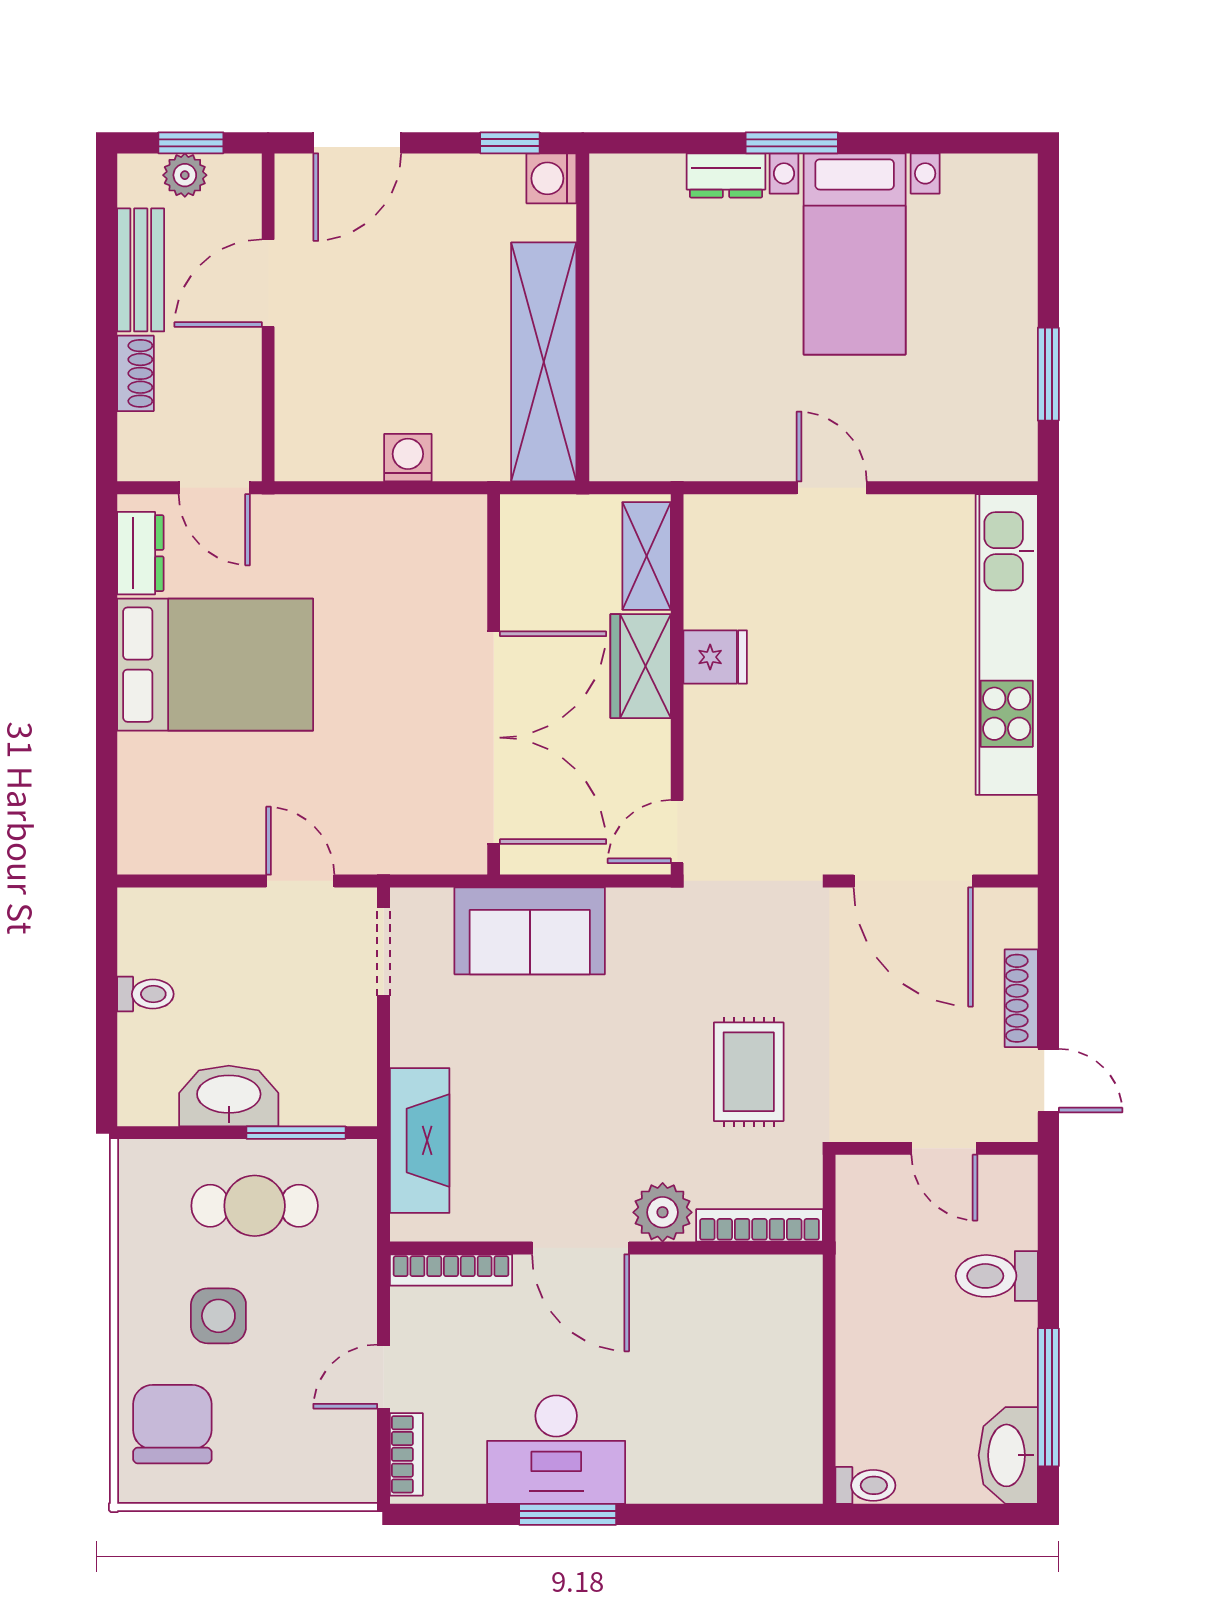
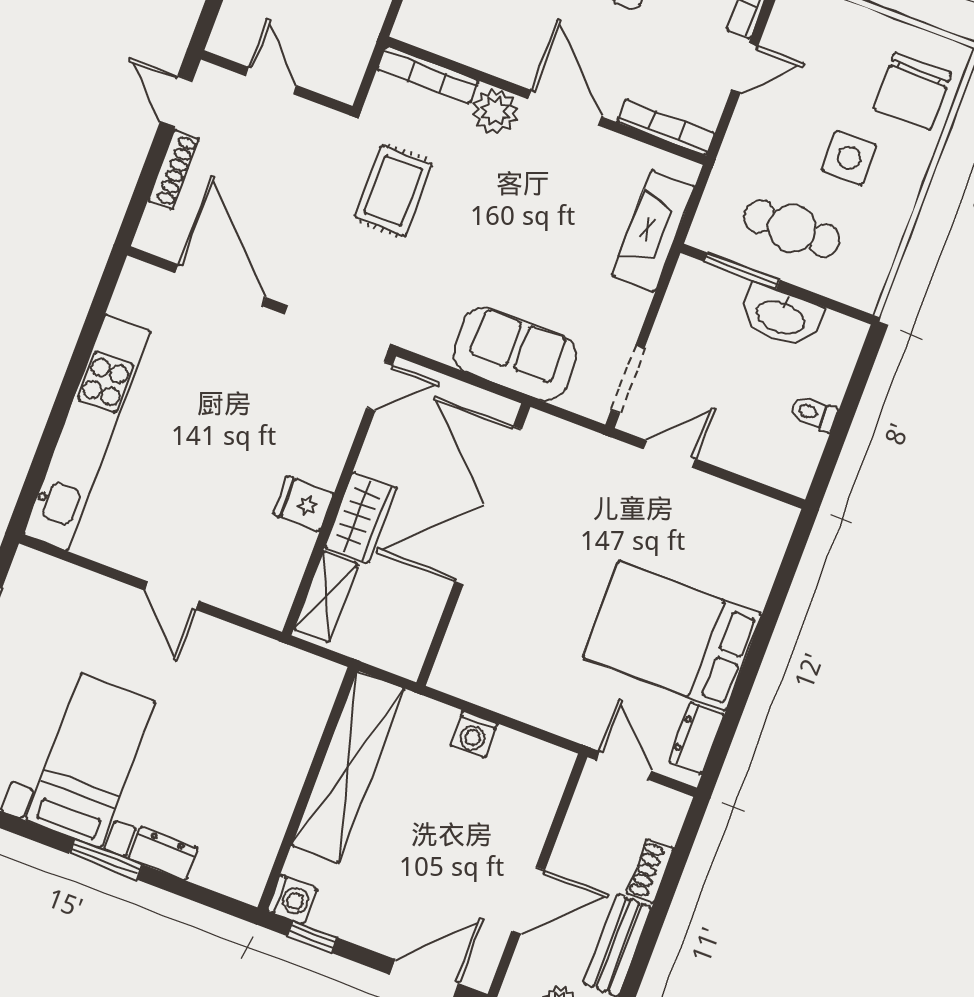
door: (300, 881) -> (669, 454), swing flipped

